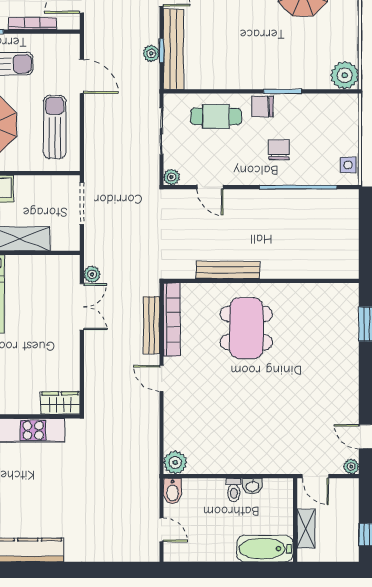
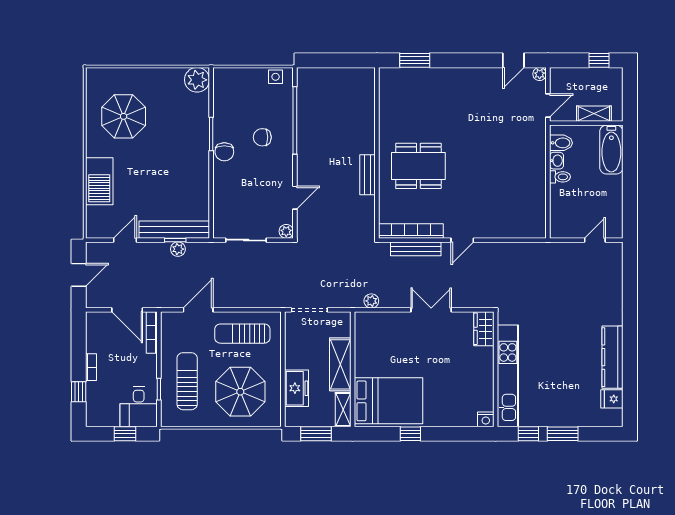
bookcase: (32, 24) -> (152, 332), moved
cafe table: (216, 116) -> (233, 192), removed
bench: (228, 270) -> (368, 175), width x0.73
double door: (82, 307) -> (431, 310), moved
plant: (175, 462) -> (536, 228), removed
bidet: (172, 491) -> (561, 143), moved

